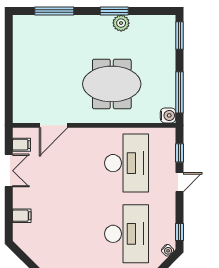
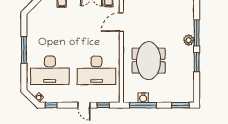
window: (54, 11) -> (197, 33), moved
plant: (121, 23) -> (189, 40), moved
water cooler: (168, 115) -> (143, 98), moved
door: (53, 125) -> (121, 22), hinge flipped

